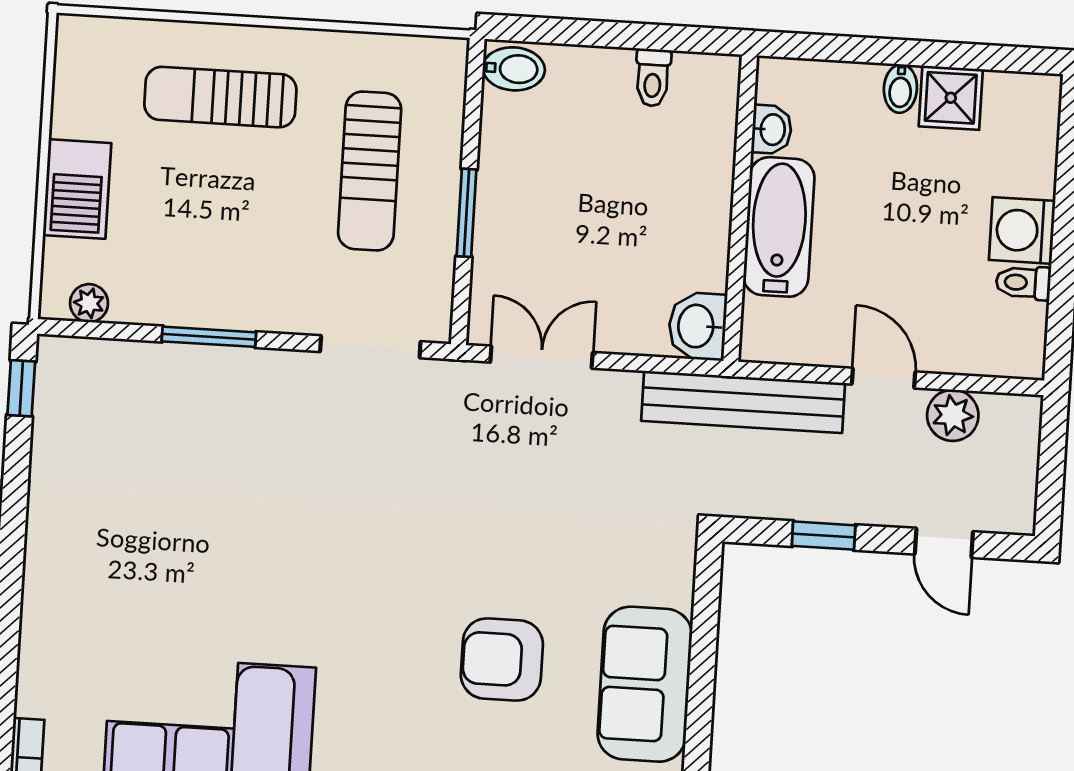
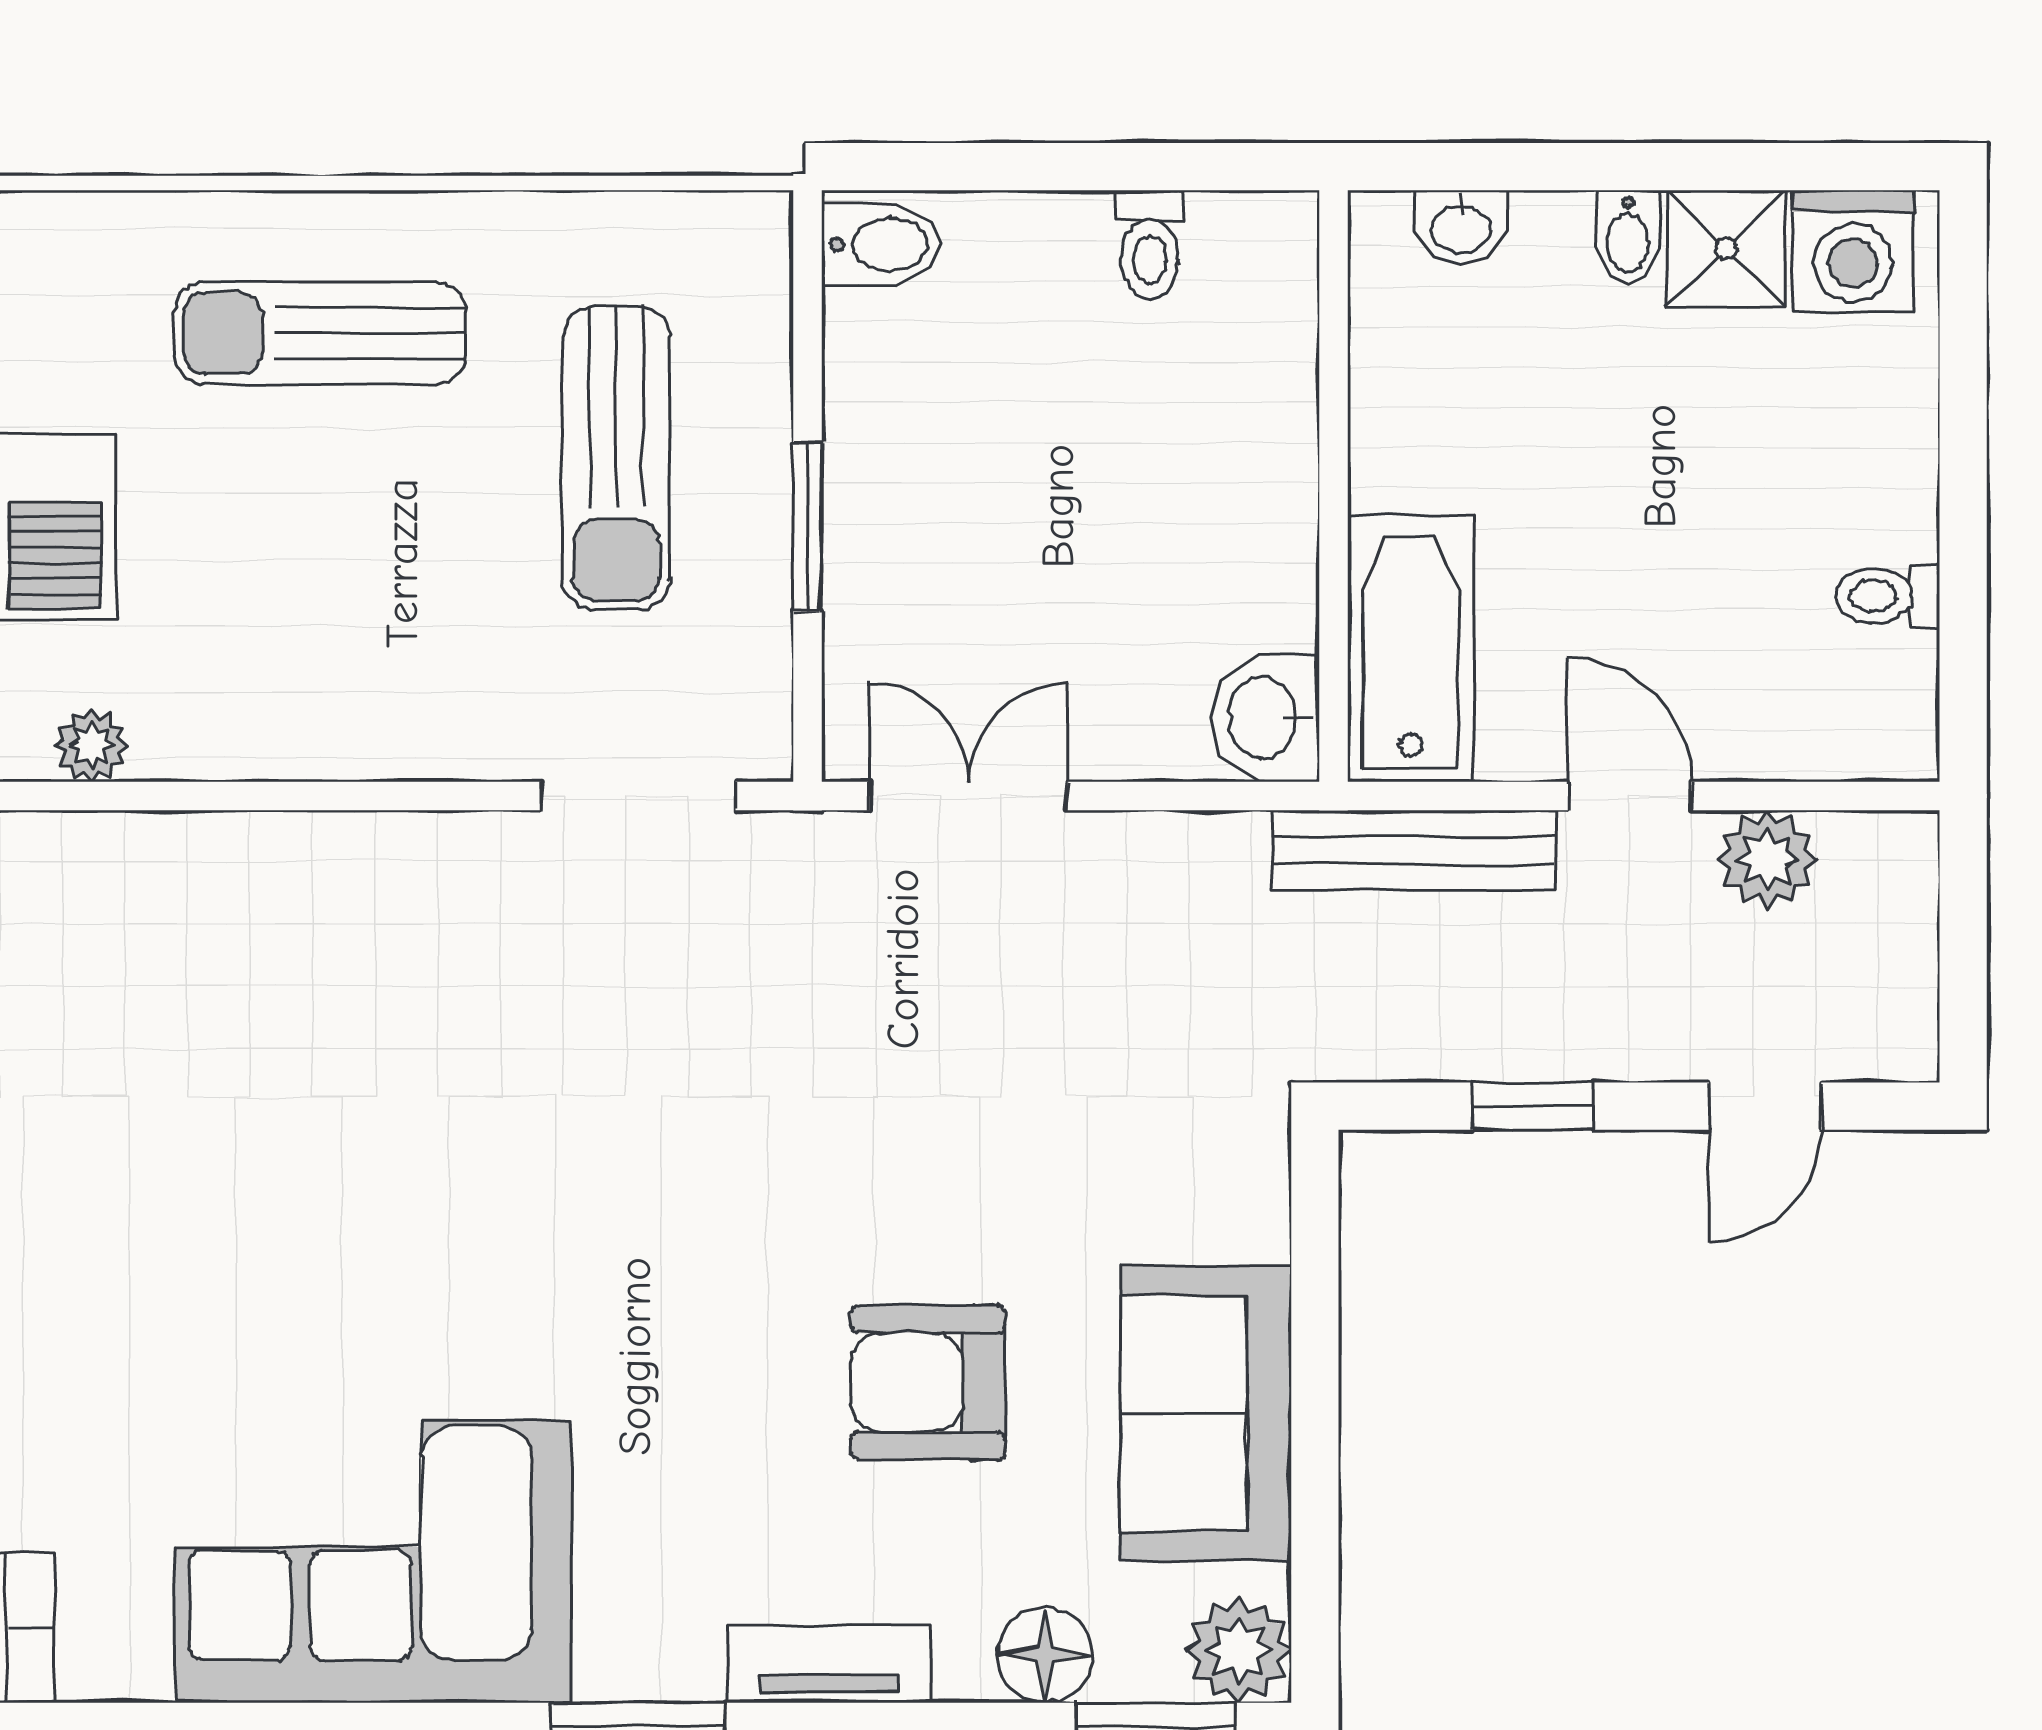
washbasin: (772, 130) -> (1461, 227), moved, turned 90
bathtub: (779, 227) -> (1410, 649), moved
washing machine: (1022, 230) -> (1853, 251), moved, turned -90
window: (209, 337) -> (326, 796), removed
bench: (743, 402) -> (1414, 850), width x0.73, depth x0.82
door: (944, 543) -> (1765, 1106), hinge flipped

